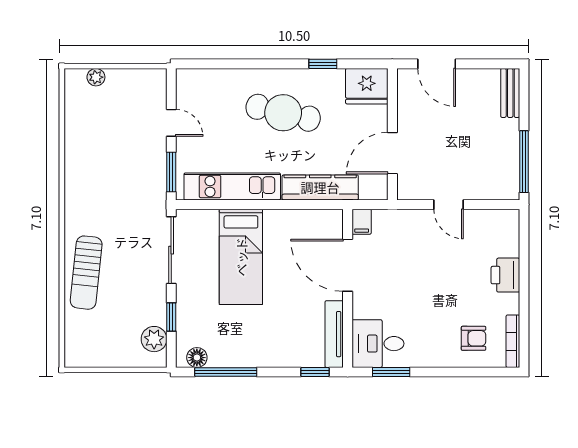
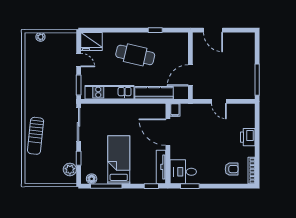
fridge: (367, 86) -> (92, 41), moved
bench: (510, 93) -> (250, 45), removed
bed: (241, 257) -> (119, 160), moved, turned 180

